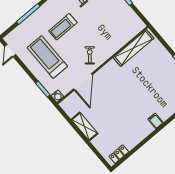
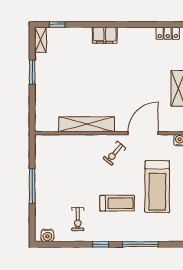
shelving: (134, 48) -> (87, 124), moved
filing cabinet: (155, 121) -> (105, 35), width x2.00

